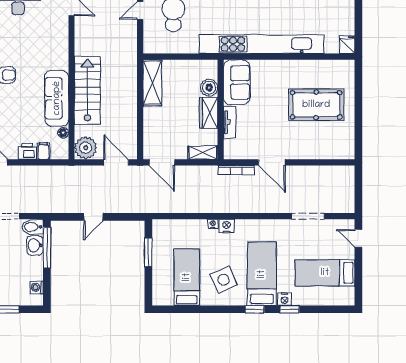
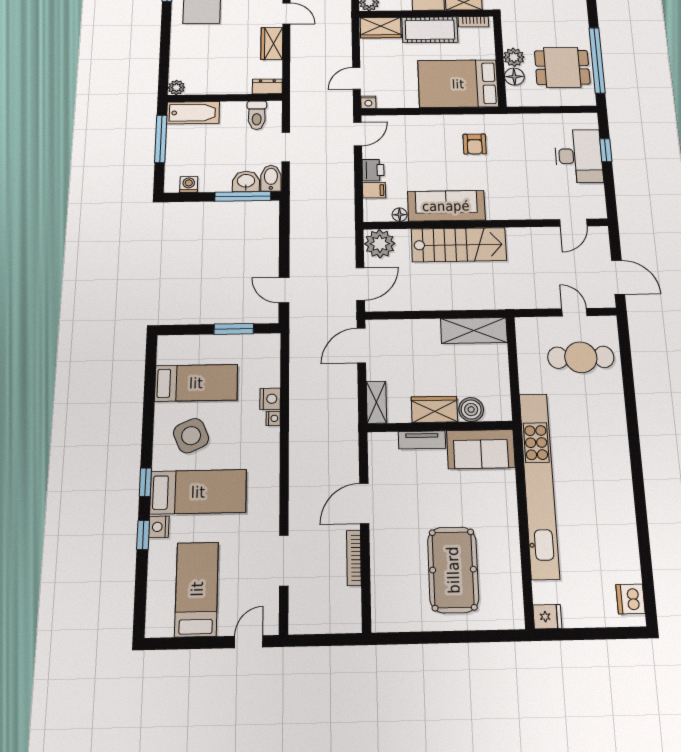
bookcase: (236, 170) -> (354, 558), moved
door: (93, 217) -> (284, 290), moved
nightstand: (227, 226) -> (270, 399), moved

